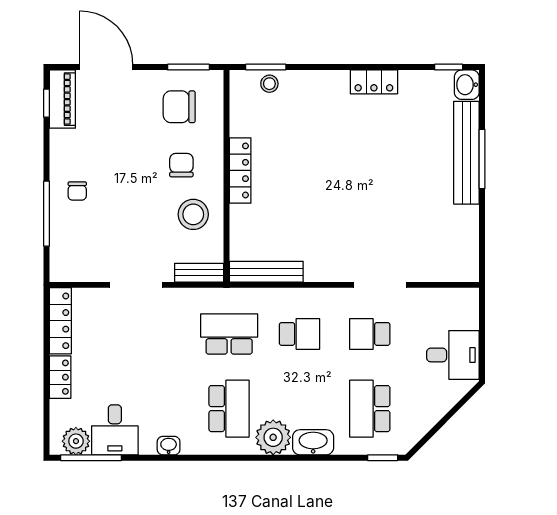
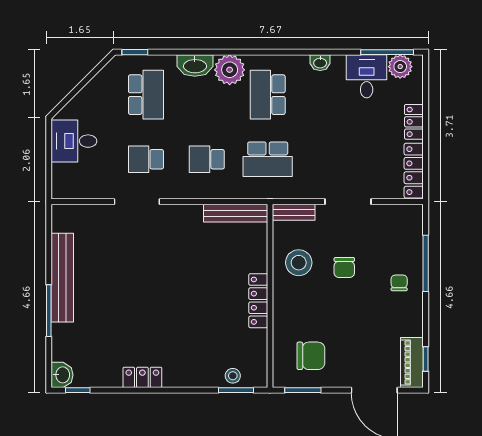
bench: (466, 153) -> (62, 278), moved
chair: (181, 165) -> (344, 268), moved
school desk: (370, 334) -> (146, 159), turned 180

